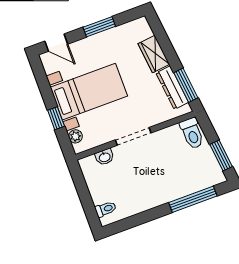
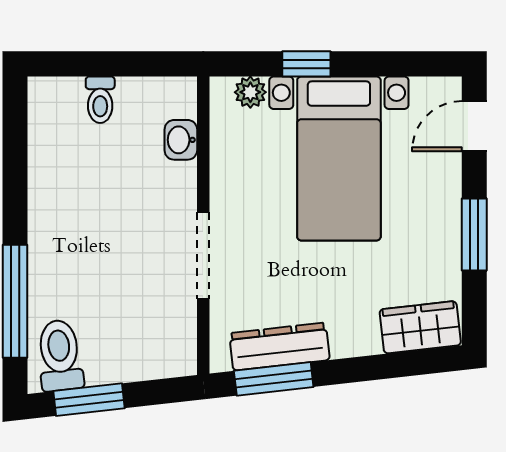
wardrobe: (154, 54) -> (420, 327), moved
toilet: (192, 133) -> (60, 355), moved, turned 84
doorway: (133, 136) -> (203, 256), moved
toilet: (106, 209) -> (100, 100), moved

